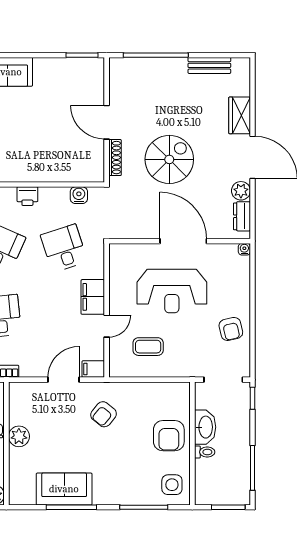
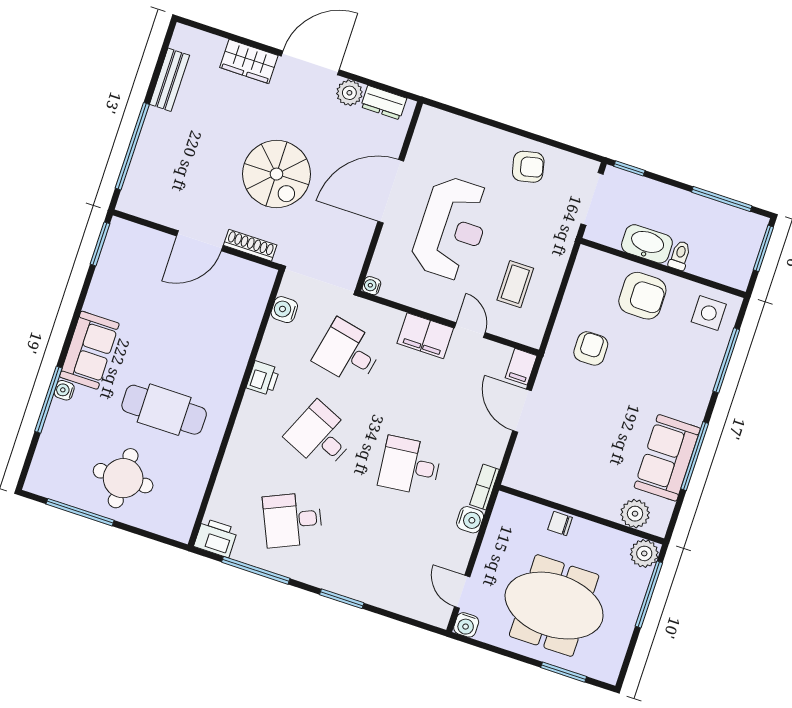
spiral stairs: (169, 159) -> (276, 174), turned 180
desk: (64, 248) -> (348, 353), turned 30
water cooler: (244, 249) -> (372, 286), moved
armchair: (104, 414) -> (591, 348), moved, turned -129
plant: (19, 436) -> (635, 514), moved

